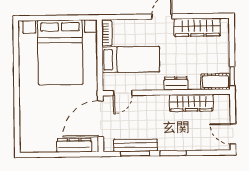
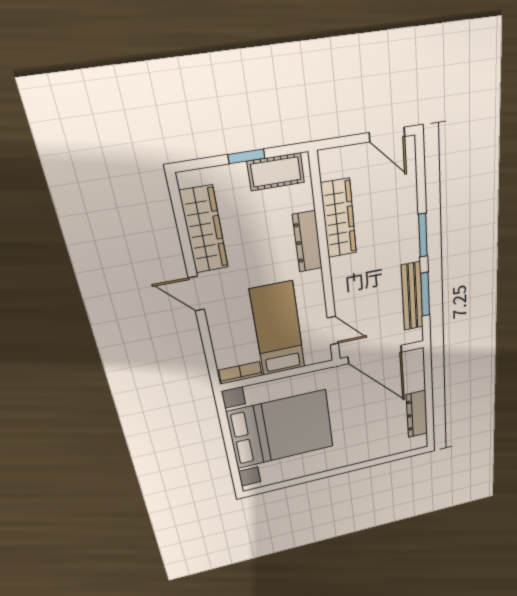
window: (232, 76) -> (246, 156), moved
cot: (215, 82) -> (276, 172), moved, turned 90
dresser: (176, 83) -> (307, 241), width x1.44
door: (233, 134) -> (387, 134), hinge flipped
dresser: (74, 145) -> (417, 414), moved

